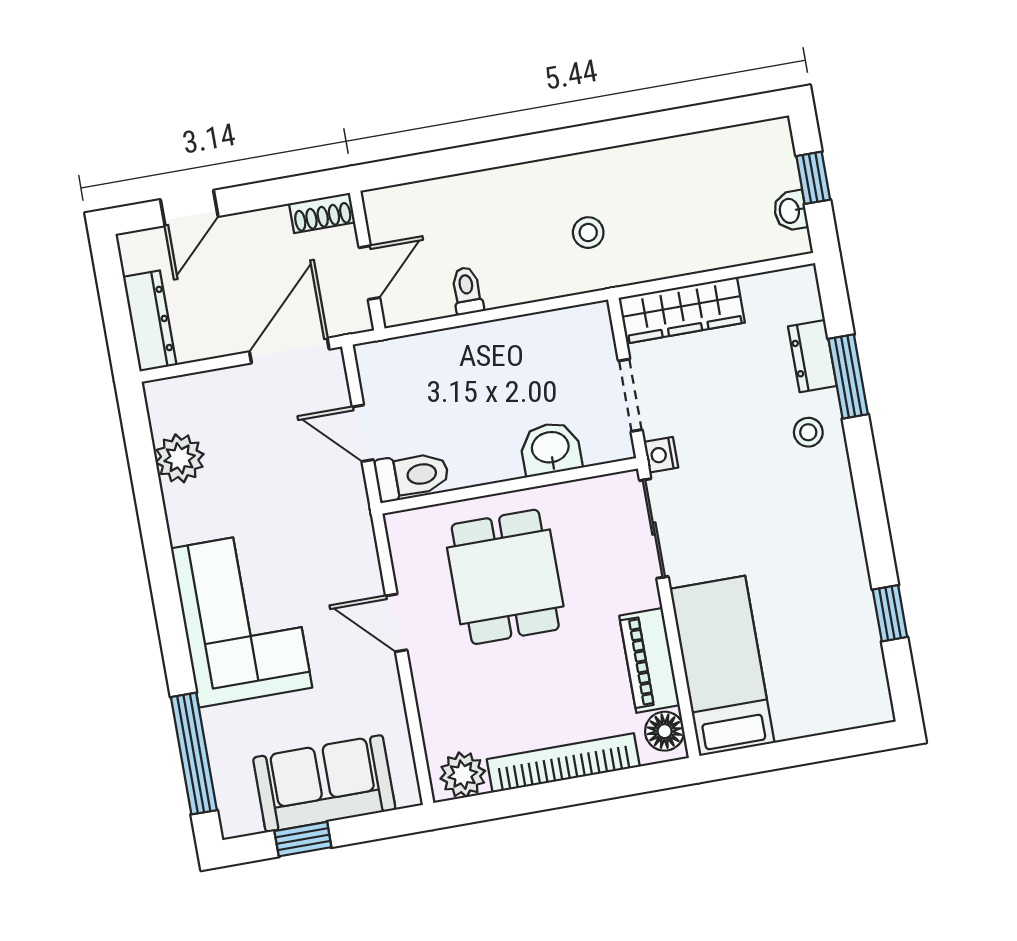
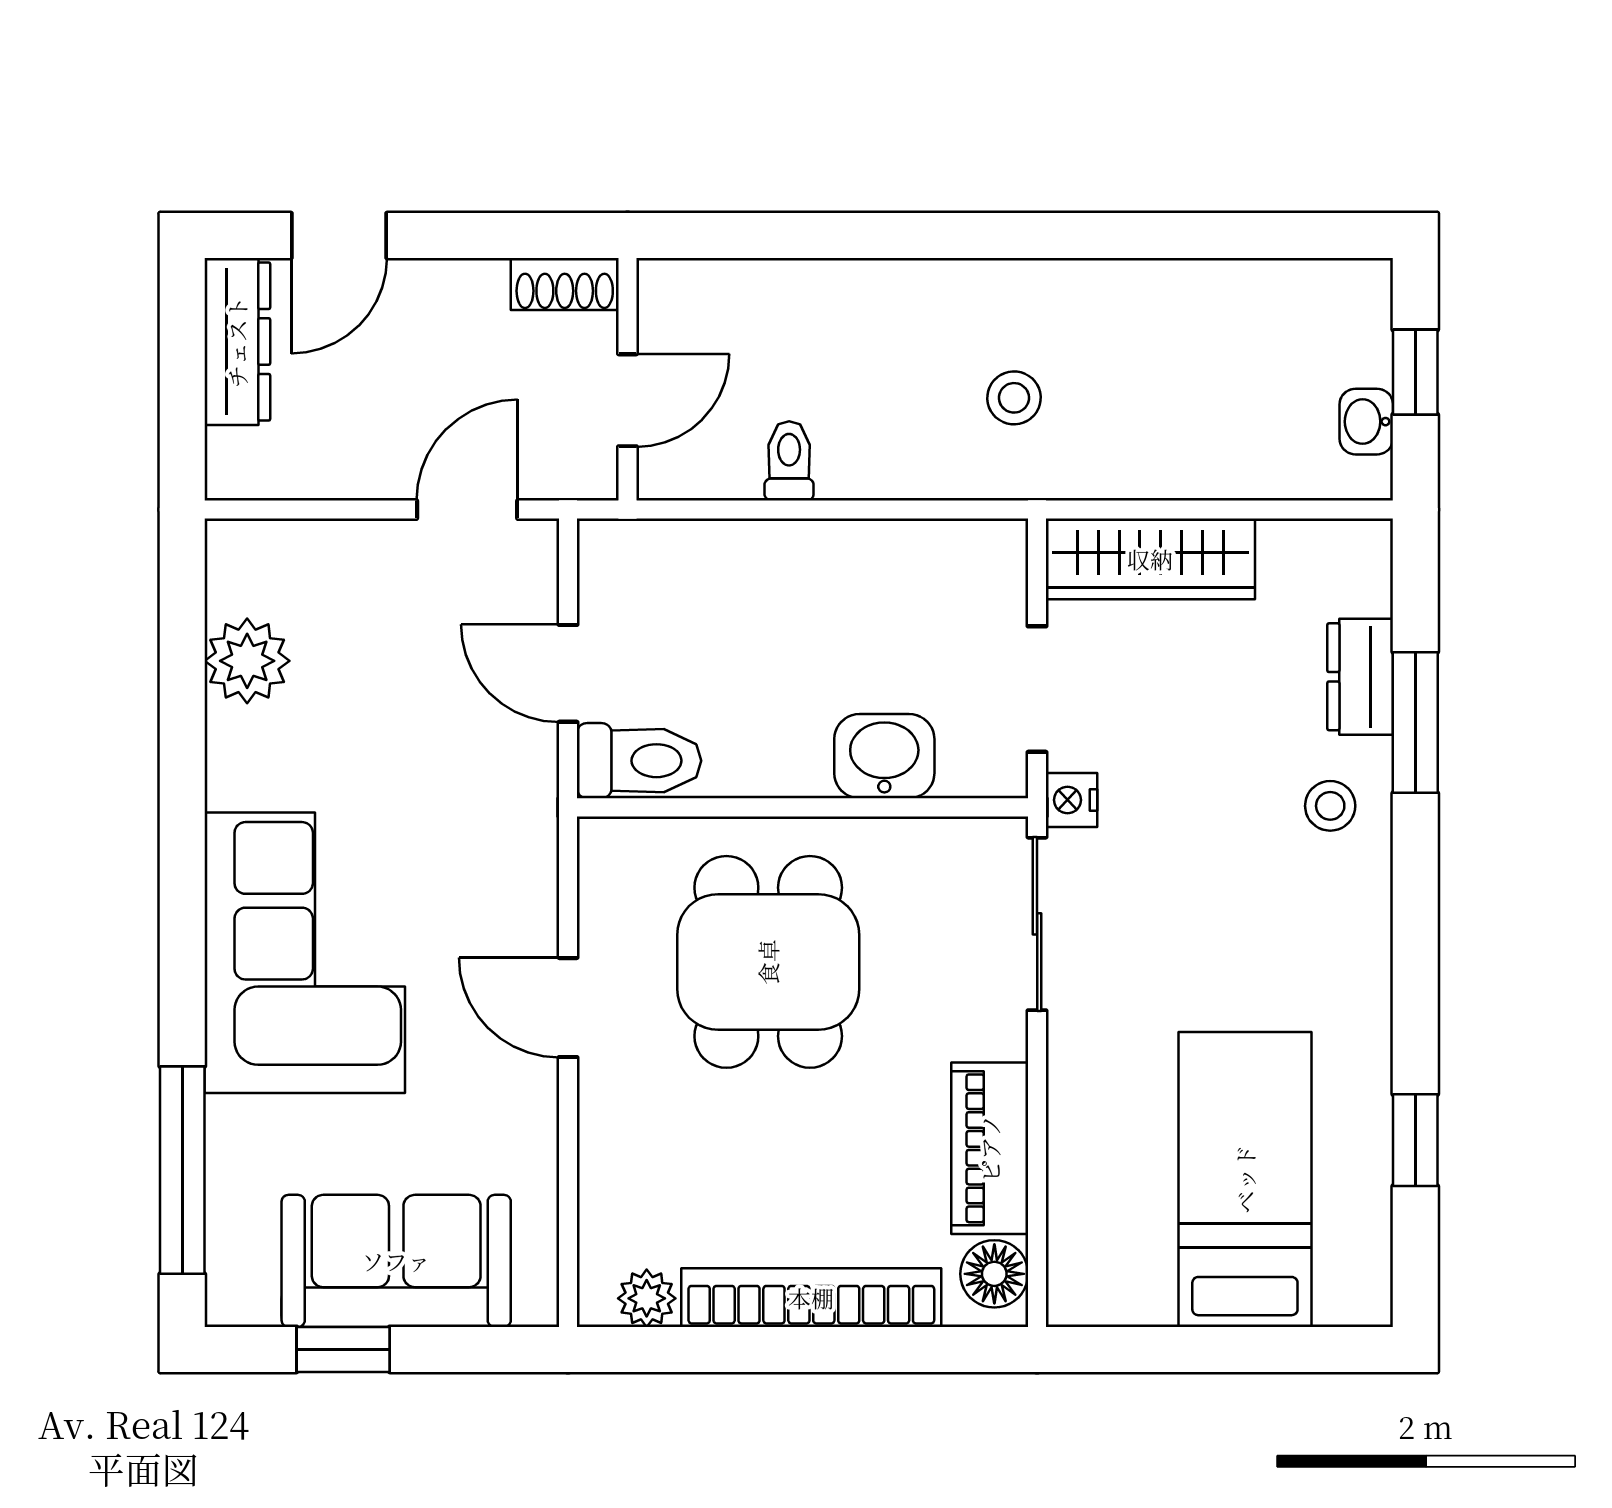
dresser: (150, 321) -> (237, 342), moved
door: (289, 351) -> (467, 510), width x0.73
bed: (722, 666) -> (1245, 1179), moved
plant: (463, 775) -> (647, 1298), width x0.73, depth x0.73

